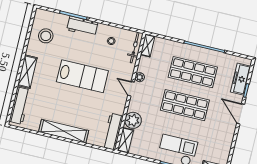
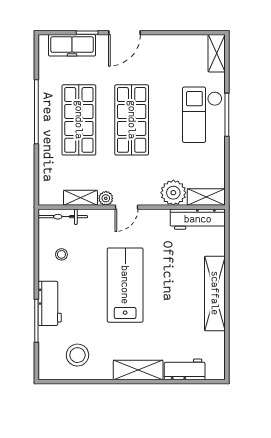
shelving: (148, 45) -> (80, 198), moved
workbench: (20, 106) -> (185, 369), width x0.73

